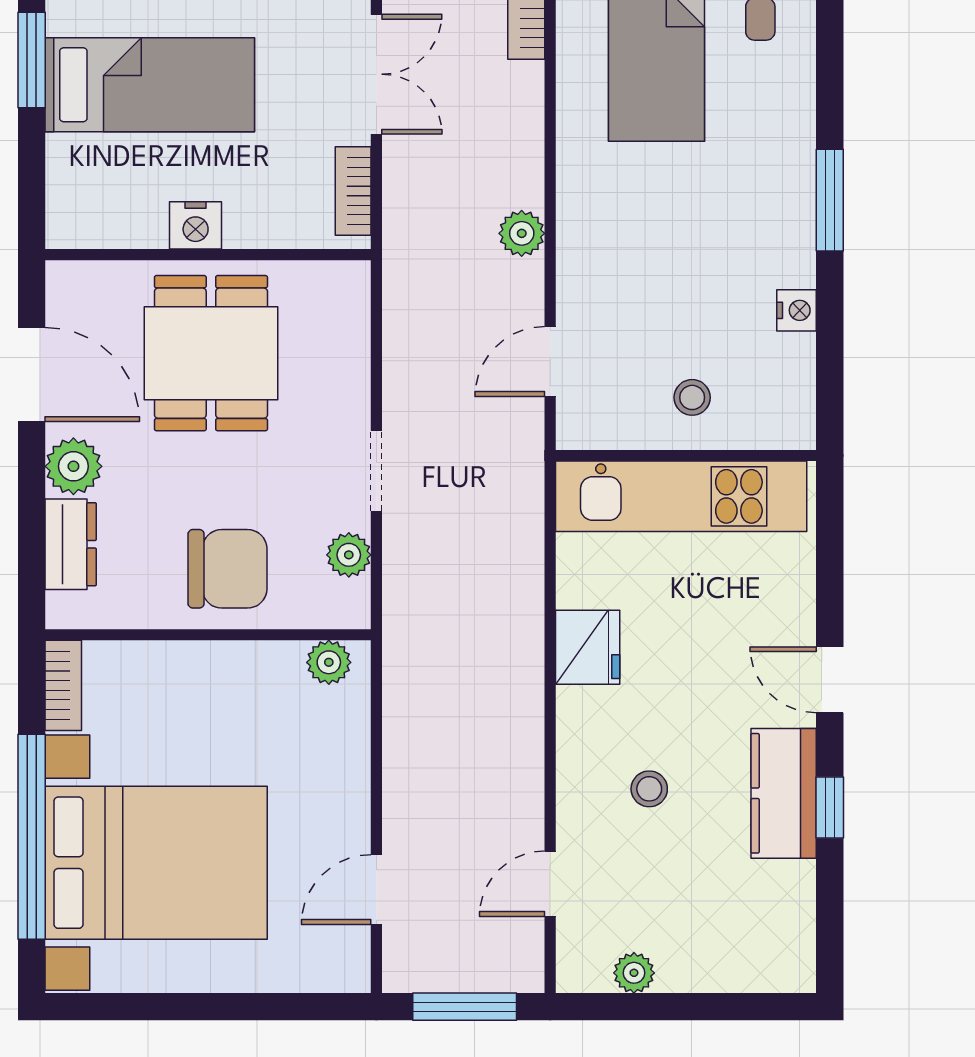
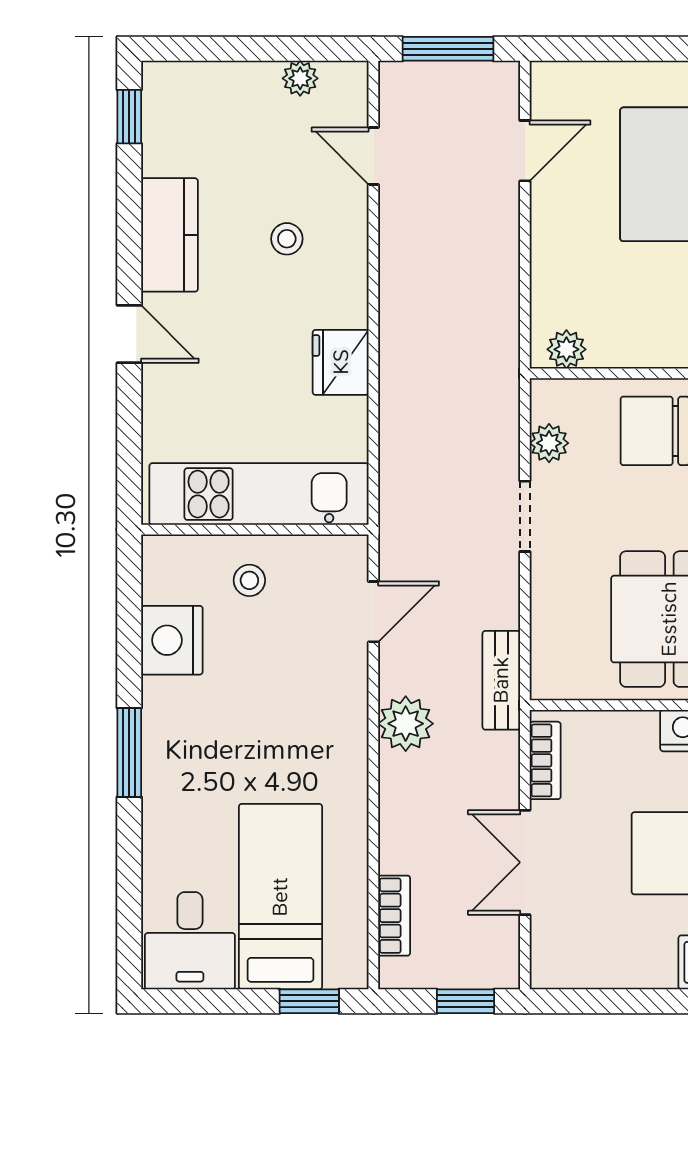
plant: (522, 233) -> (406, 724), width x1.38, depth x1.38
bench: (403, 283) -> (501, 680), added
nightstand: (797, 310) -> (172, 640), width x1.89, depth x1.79
window: (830, 807) -> (129, 117), moved
door: (550, 884) -> (373, 156), swing flipped

